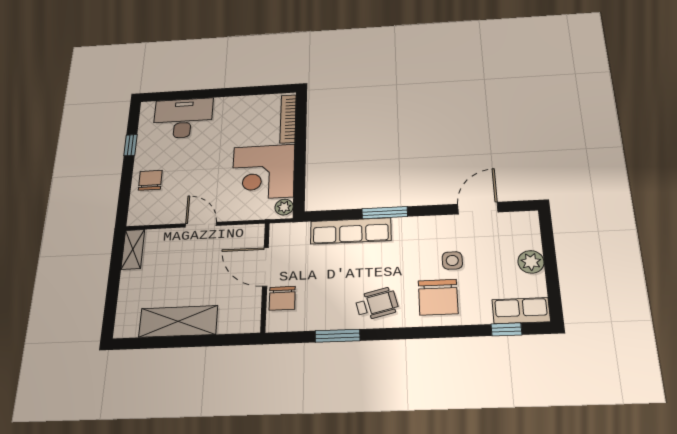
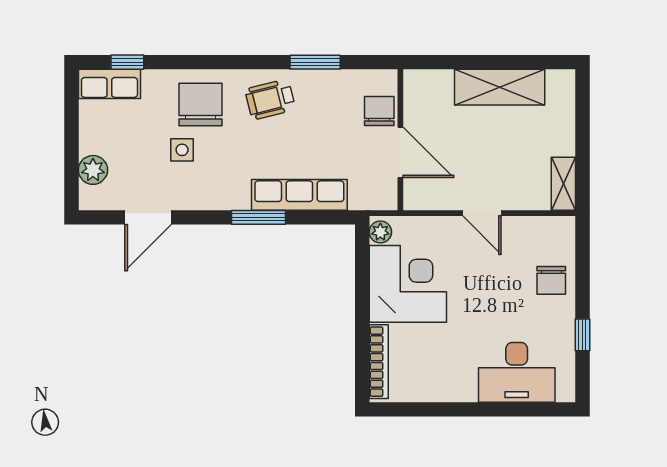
plant: (531, 262) -> (93, 170), moved

